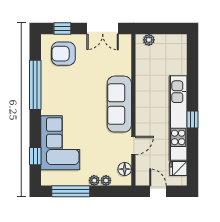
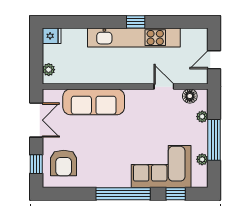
window: (35, 85) -> (123, 194), moved
sofa: (119, 104) -> (94, 102), moved
fridge: (178, 169) -> (52, 36), moved, turned -90
plant: (94, 180) -> (202, 159), moved
window: (71, 191) -> (214, 140), moved

